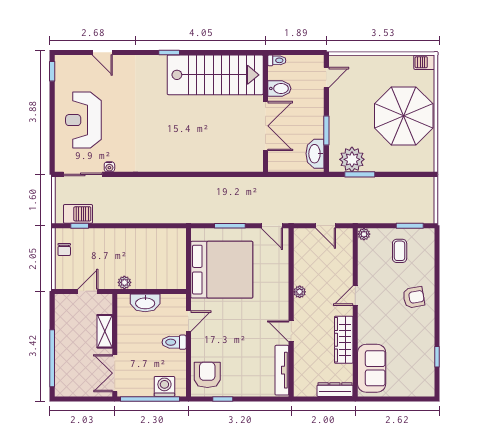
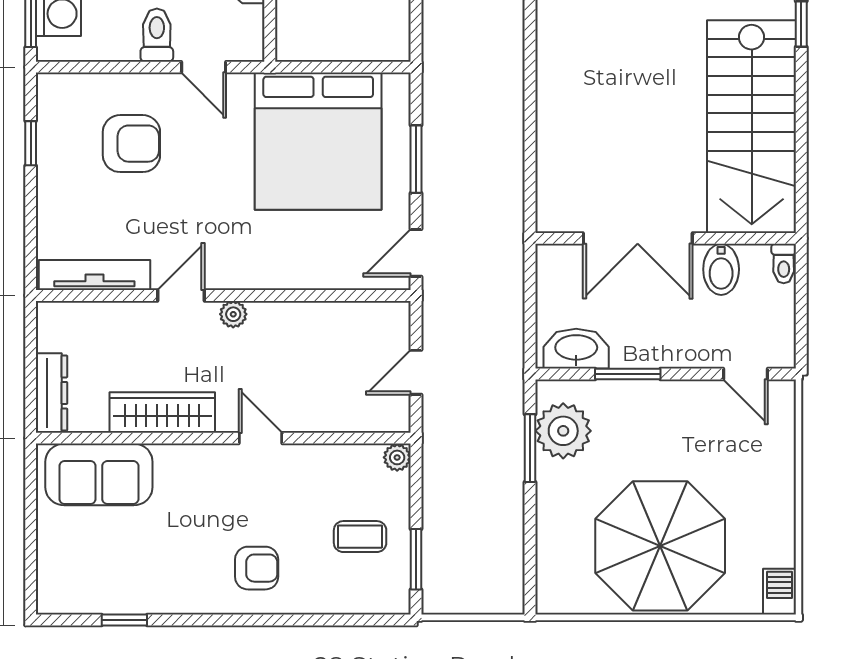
plant: (300, 292) -> (233, 314), moved
armchair: (414, 297) -> (257, 568), turned -80
armchair: (207, 375) -> (131, 144), moved

